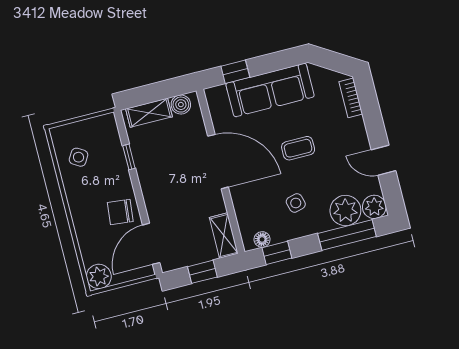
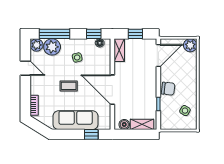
chair: (120, 212) -> (168, 89), moved

